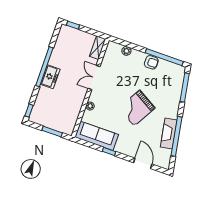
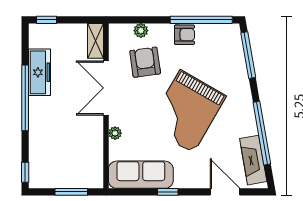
armchair: (122, 70) -> (145, 62), added
freezer: (50, 77) -> (39, 72), moved, width x1.40
double door: (94, 78) -> (106, 88), width x1.37
grand piano: (137, 108) -> (187, 111), width x1.37, depth x1.48
fireplace: (169, 133) -> (253, 160), moved

